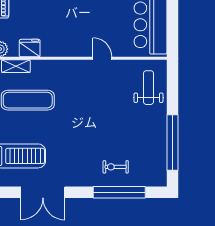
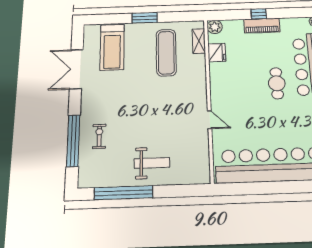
door: (102, 58) -> (210, 120), hinge flipped
weight bench: (149, 88) -> (152, 163), moved

